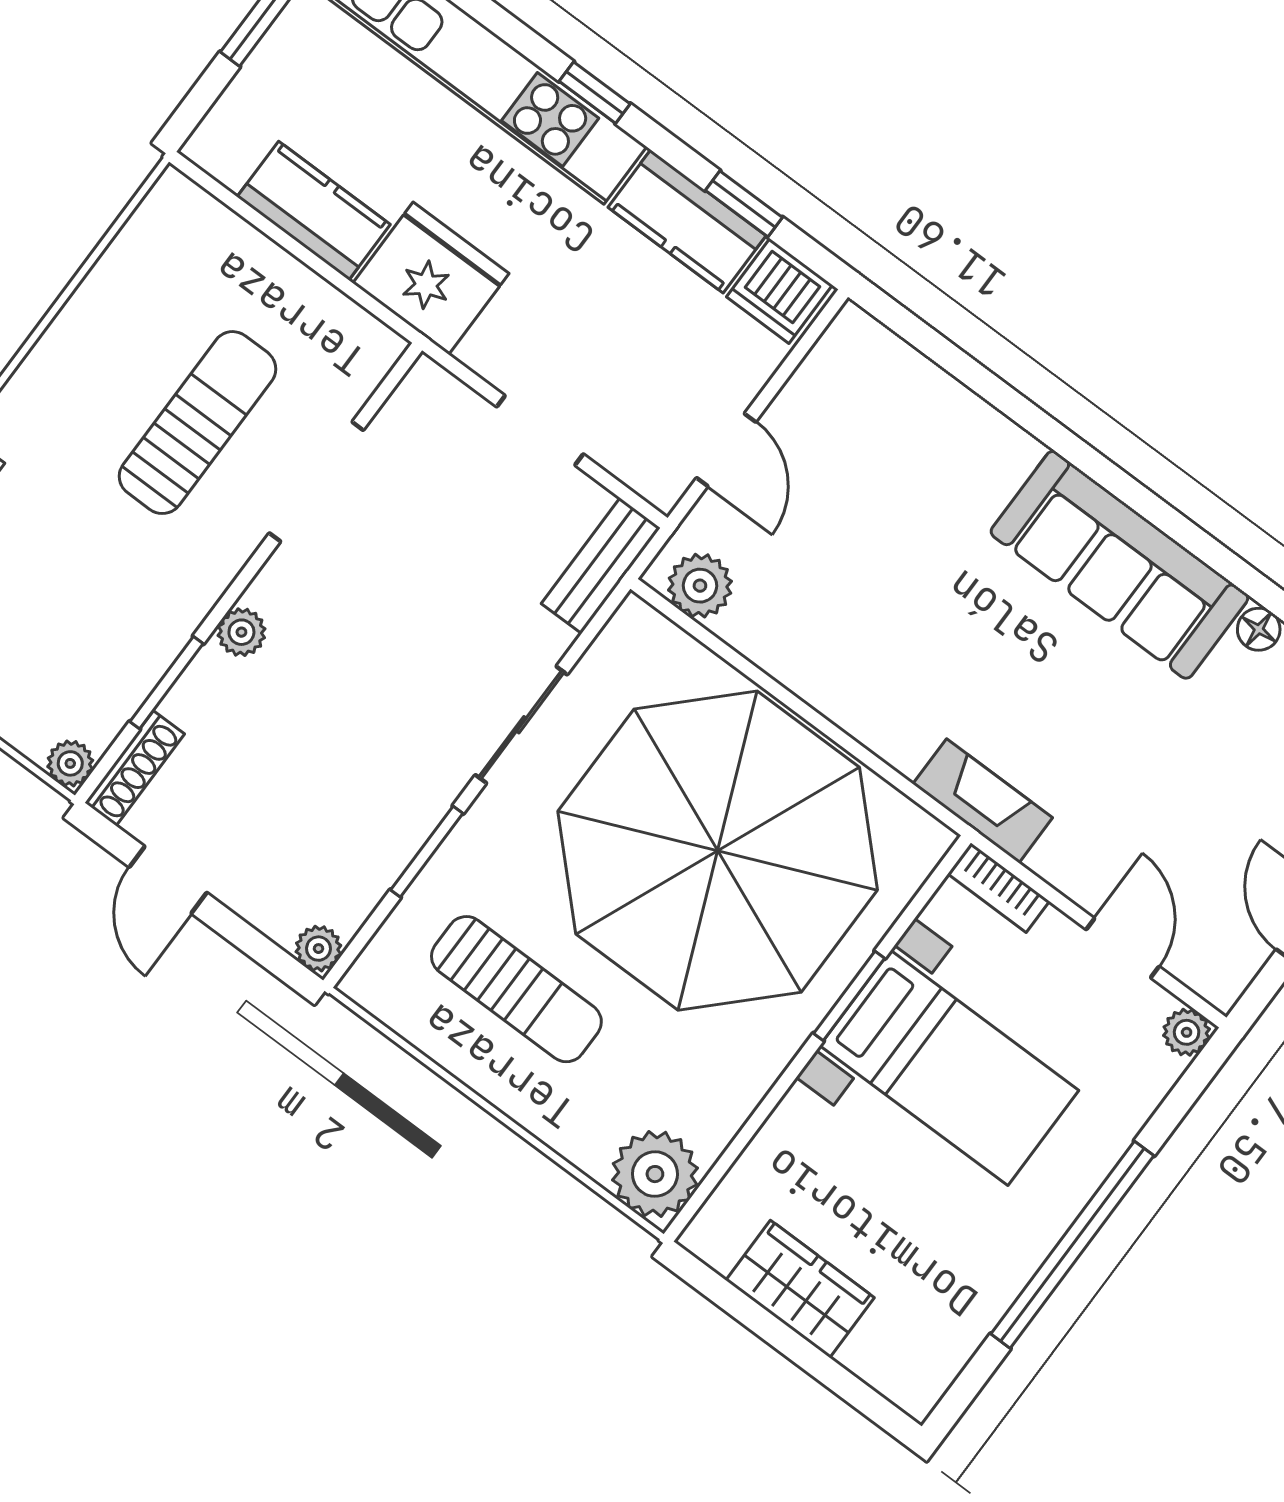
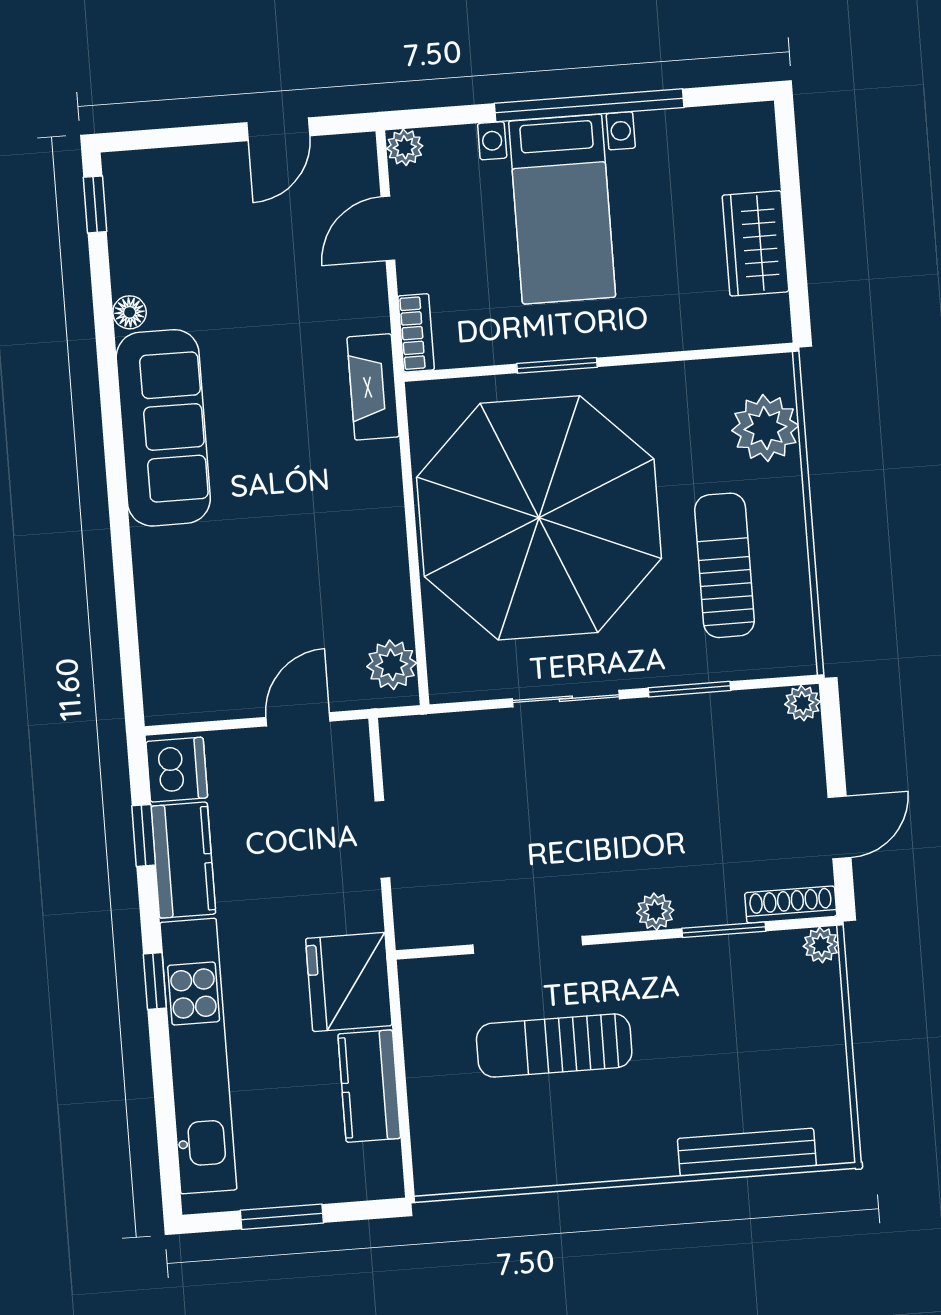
bench: (601, 566) -> (431, 734), removed
bed with nightstands: (949, 1068) -> (562, 209), moved, turned 180
plant: (655, 1174) -> (765, 428), moved

